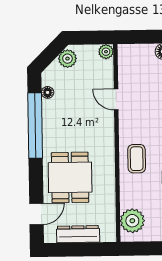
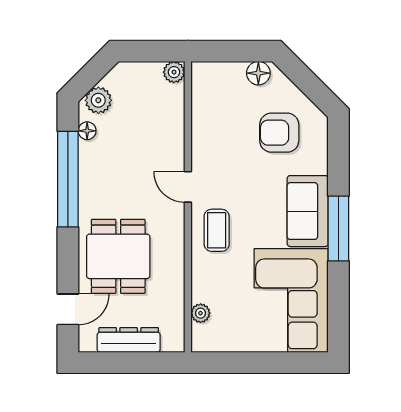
plant: (67, 59) -> (98, 100), moved
door: (116, 99) -> (188, 187), moved
plant: (132, 221) -> (201, 313), width x0.53, depth x0.53

